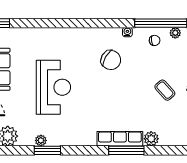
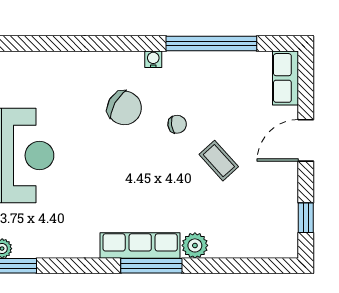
plant: (175, 33) -> (237, 60), removed
chair: (155, 40) -> (177, 124), moved

